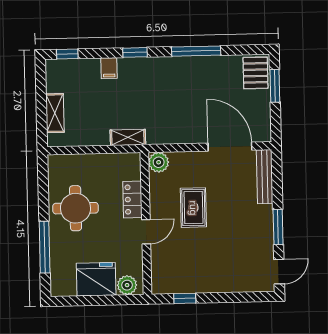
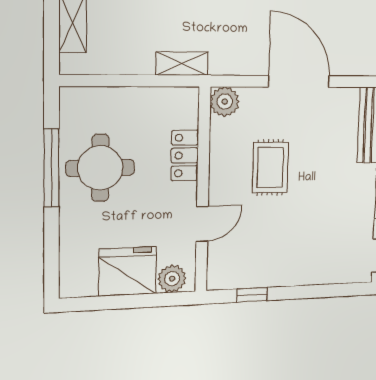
door: (230, 147) -> (299, 81), moved
door: (146, 232) -> (202, 224), moved
window: (45, 247) -> (51, 168), moved

